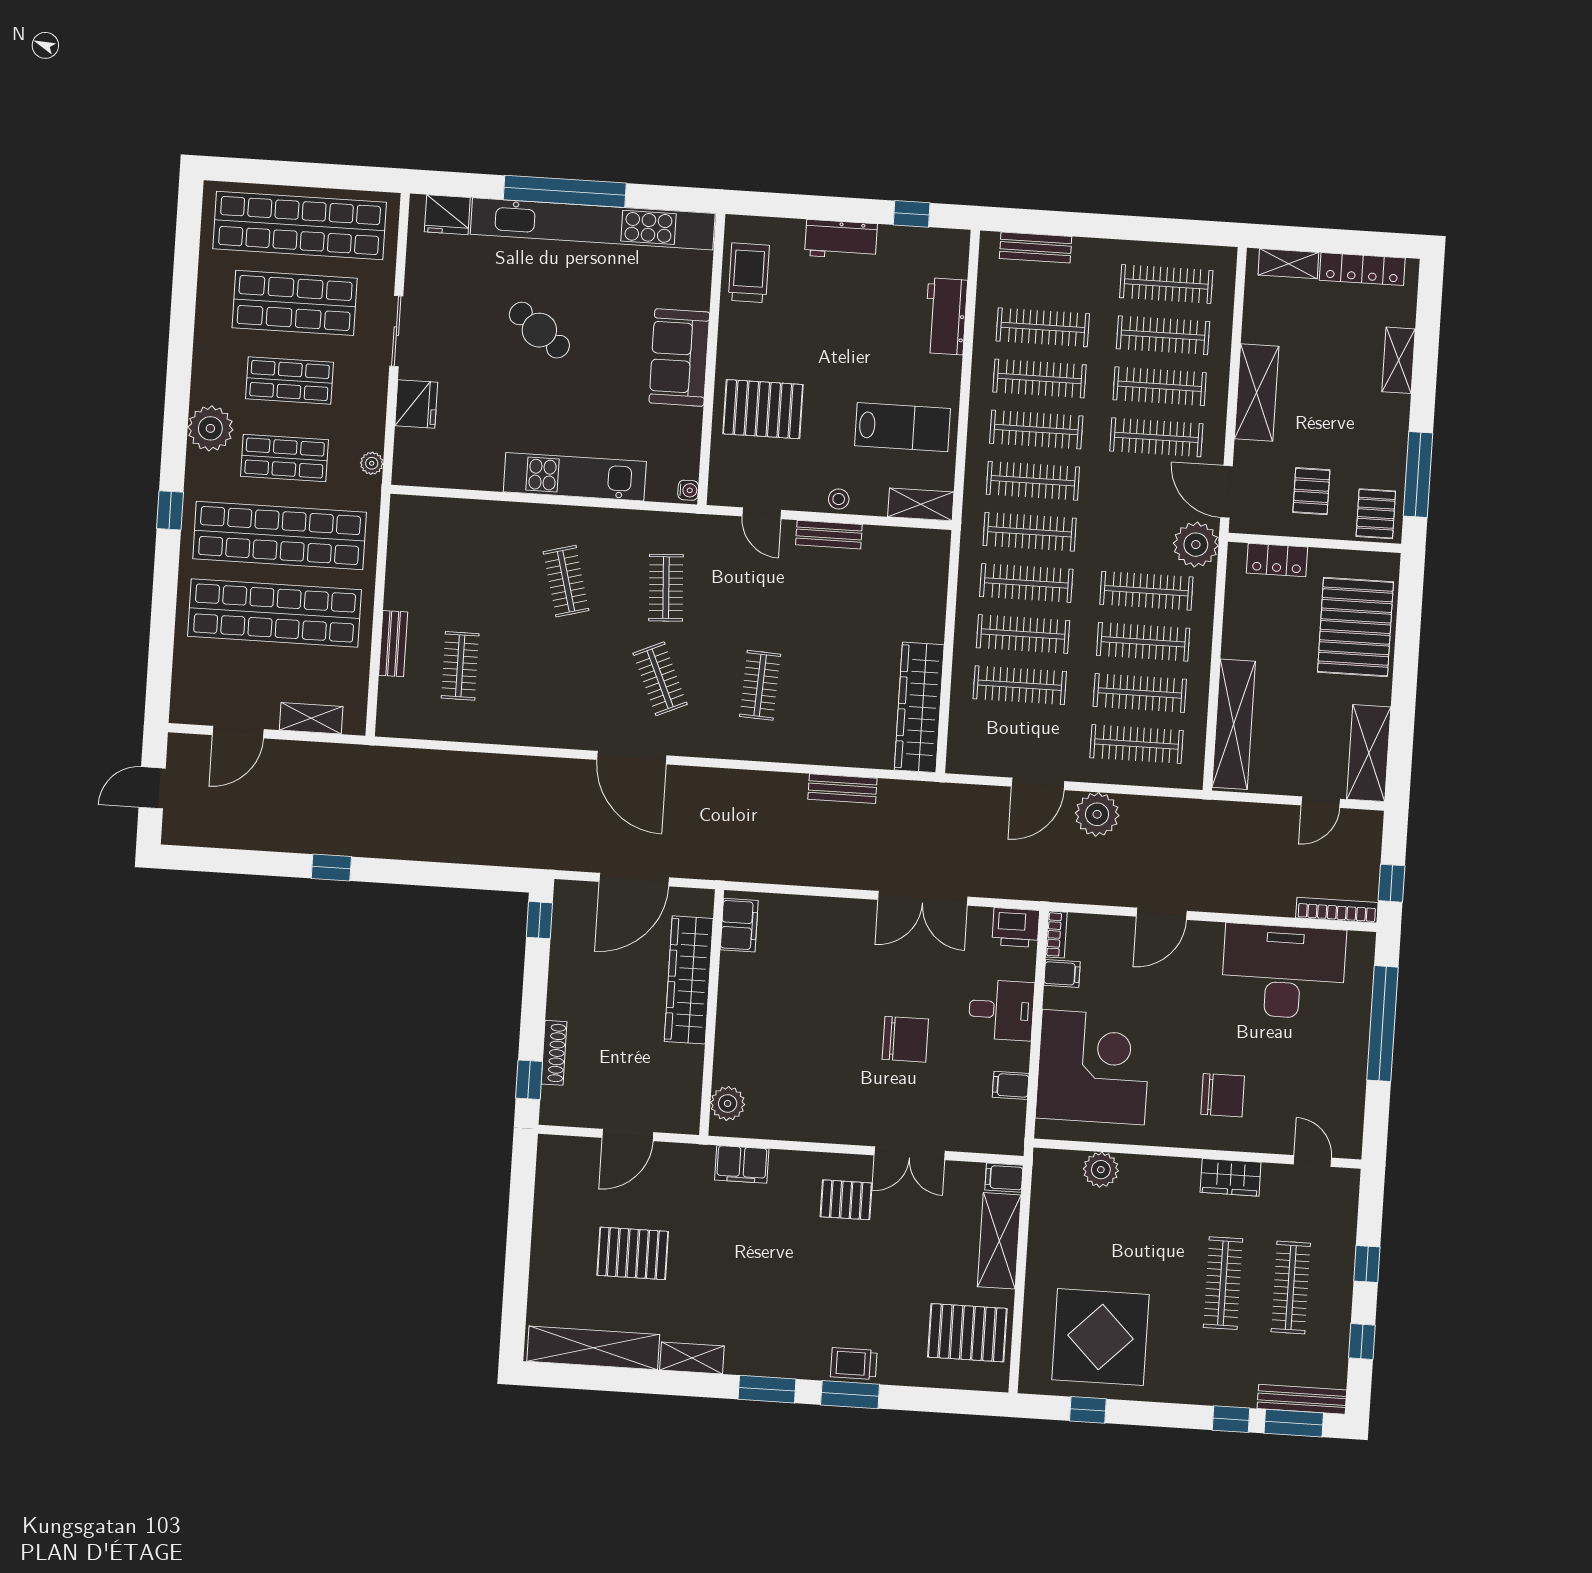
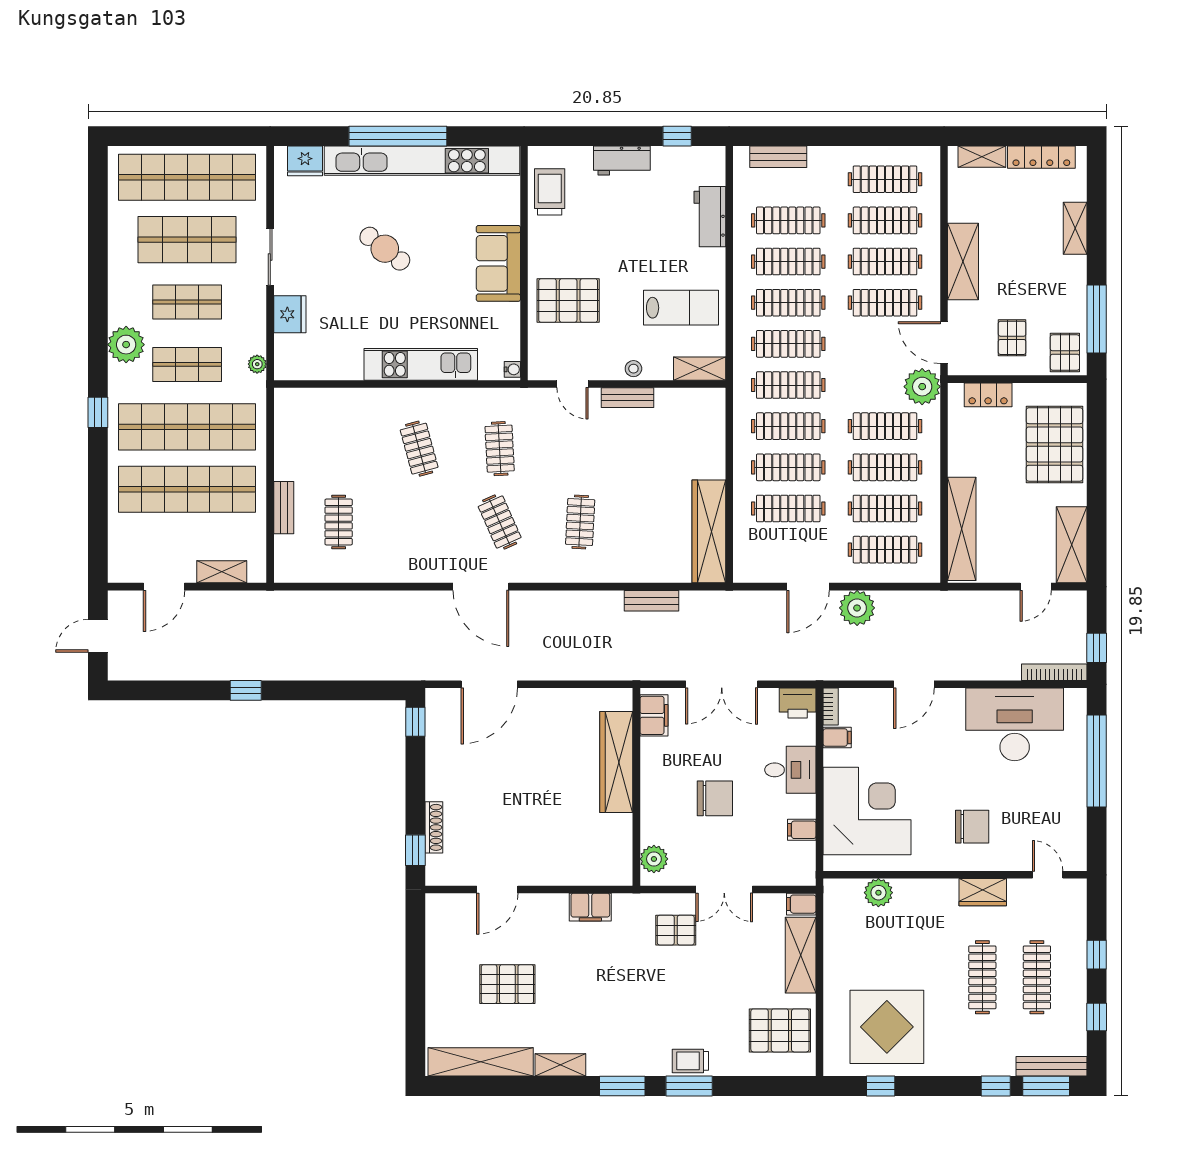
filing cabinet: (739, 925) -> (654, 715), moved
wardrobe: (689, 980) -> (616, 762), moved
wall: (712, 1012) -> (636, 787), moved
plant: (728, 1103) -> (654, 859), moved

